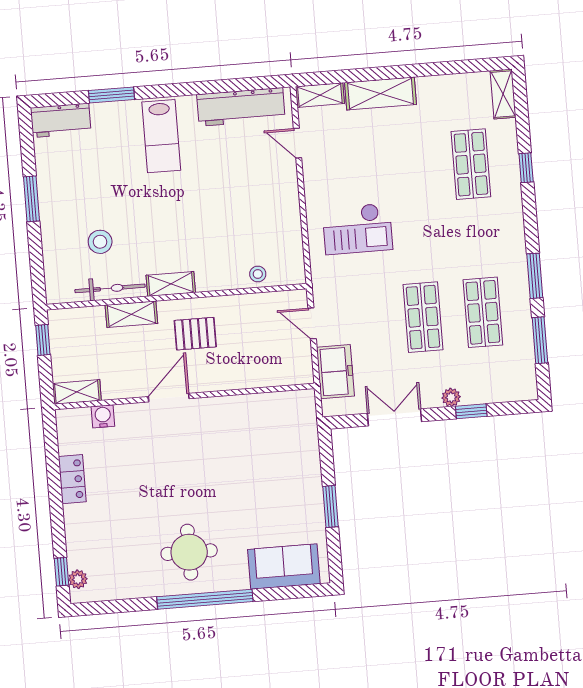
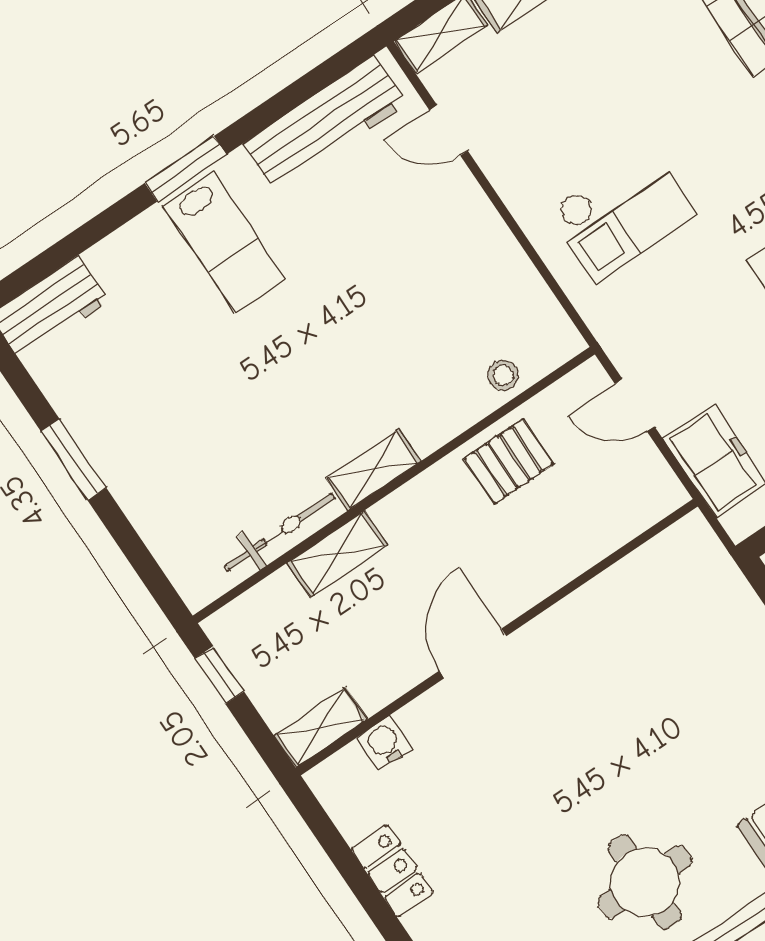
window: (111, 95) -> (186, 169), moved
stool: (100, 242) -> (222, 466), removed
pallet: (195, 334) -> (509, 461), moved

